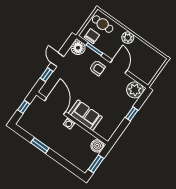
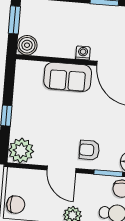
chair: (155, 62) -> (16, 205), added

